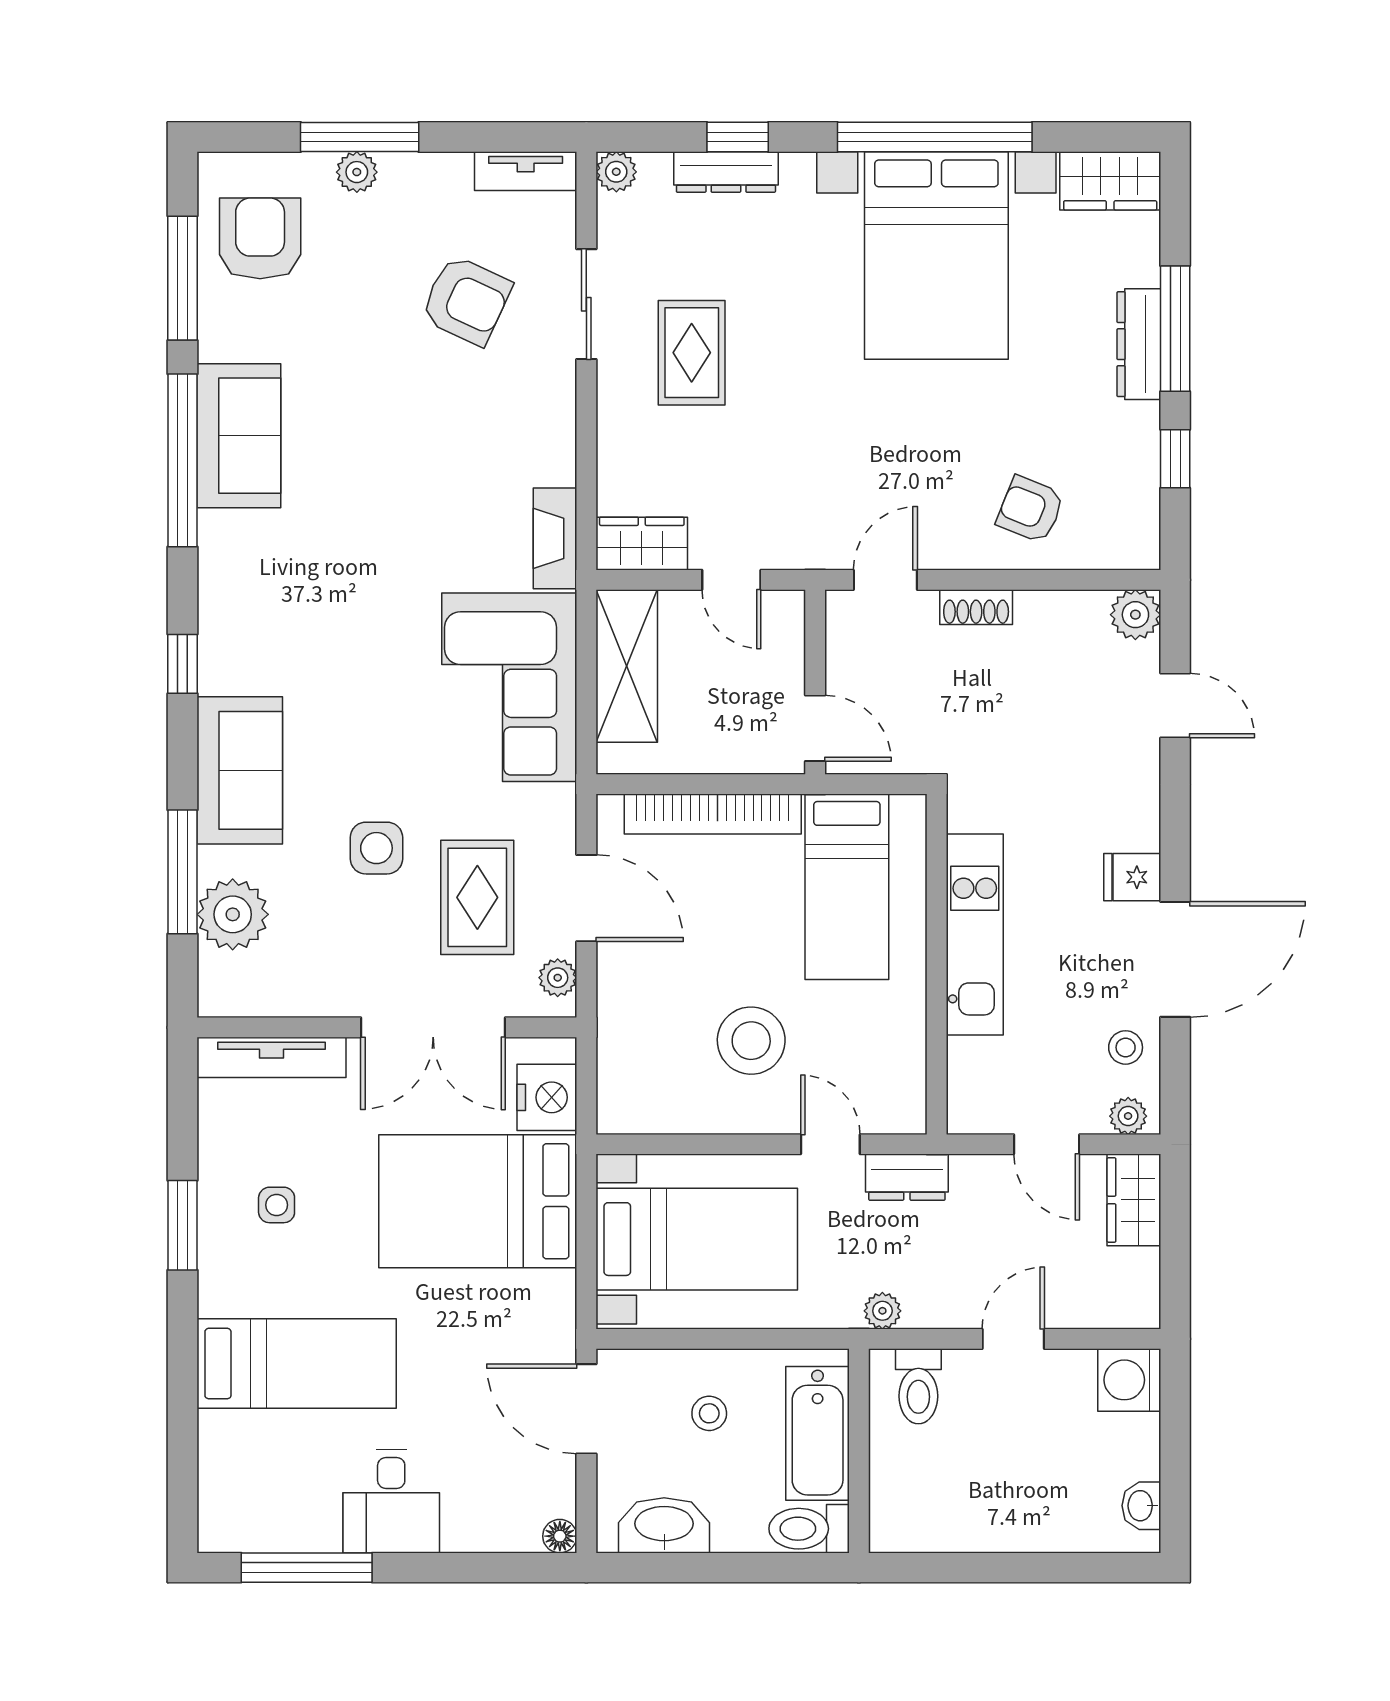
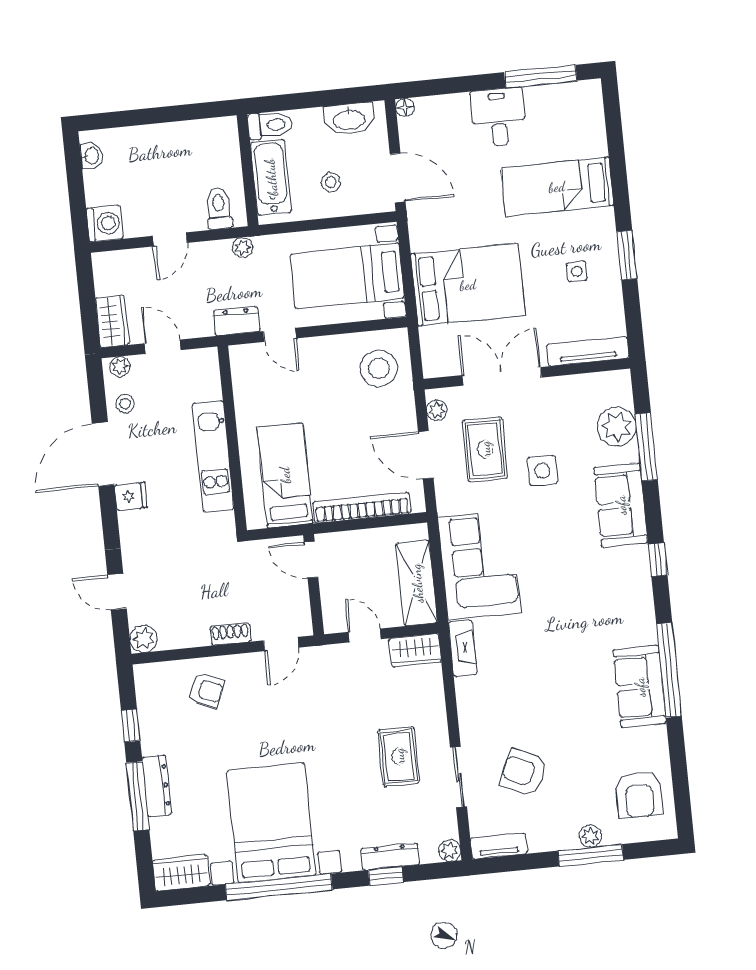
window: (182, 278) -> (679, 769), removed
stool: (751, 1041) -> (379, 368), moved
nightstand: (547, 1097) -> (436, 345), removed

